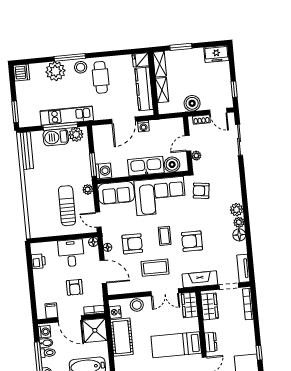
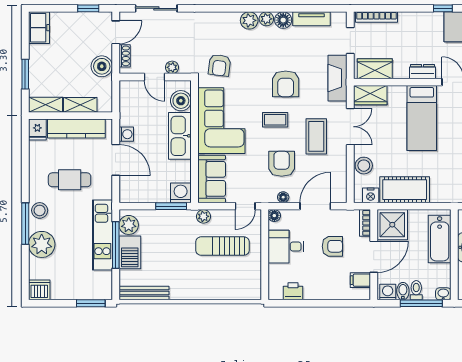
cafe table: (101, 77) -> (70, 180), moved
tv unit: (243, 268) -> (311, 19), moved

